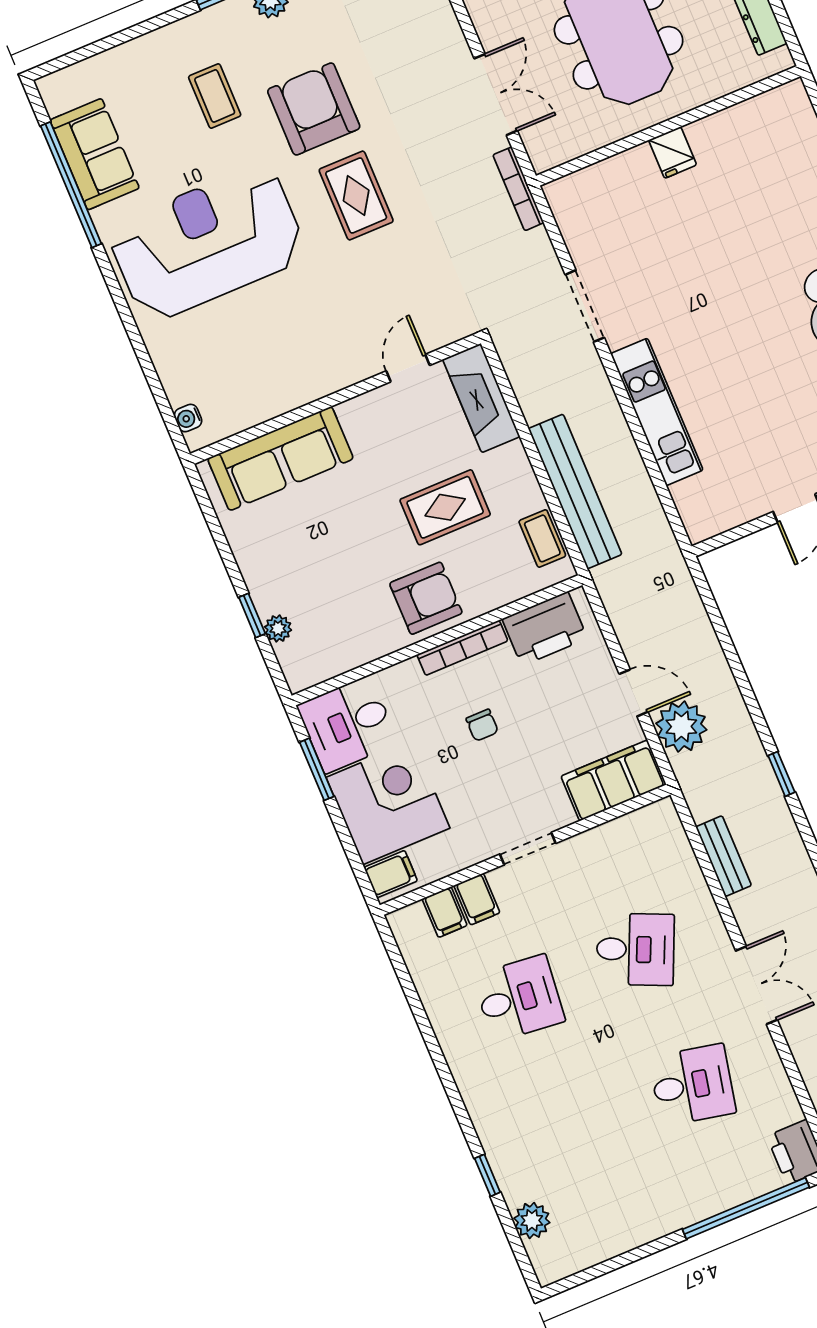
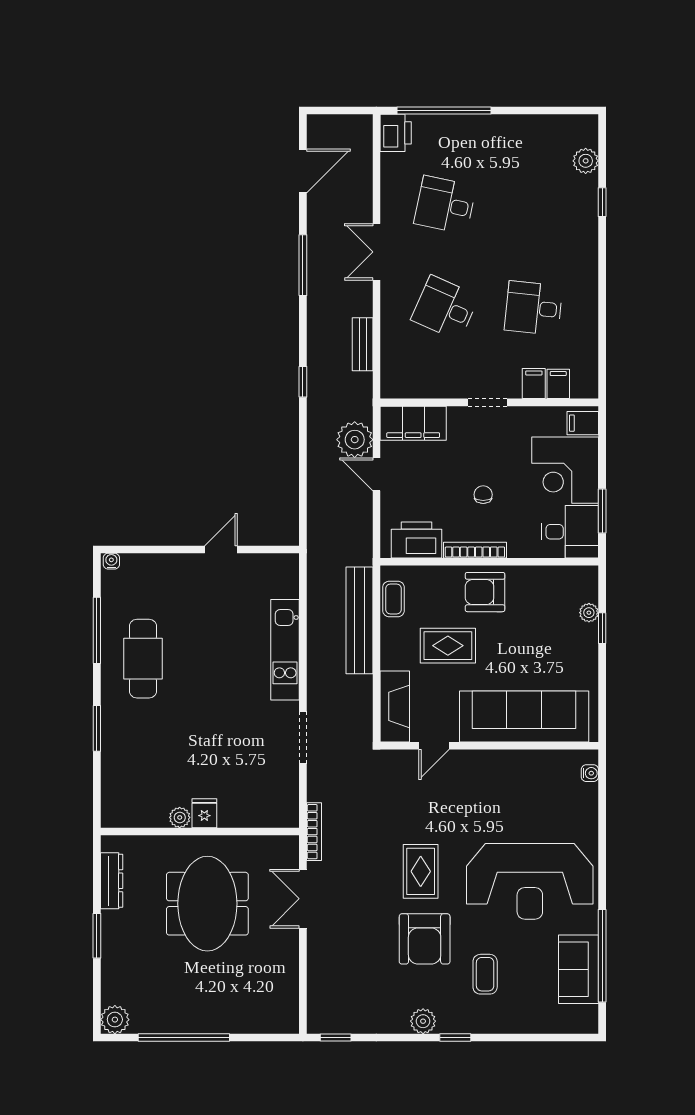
plant: (703, 133) -> (180, 817), added
sofa: (280, 459) -> (524, 716), width x1.36, depth x1.27

